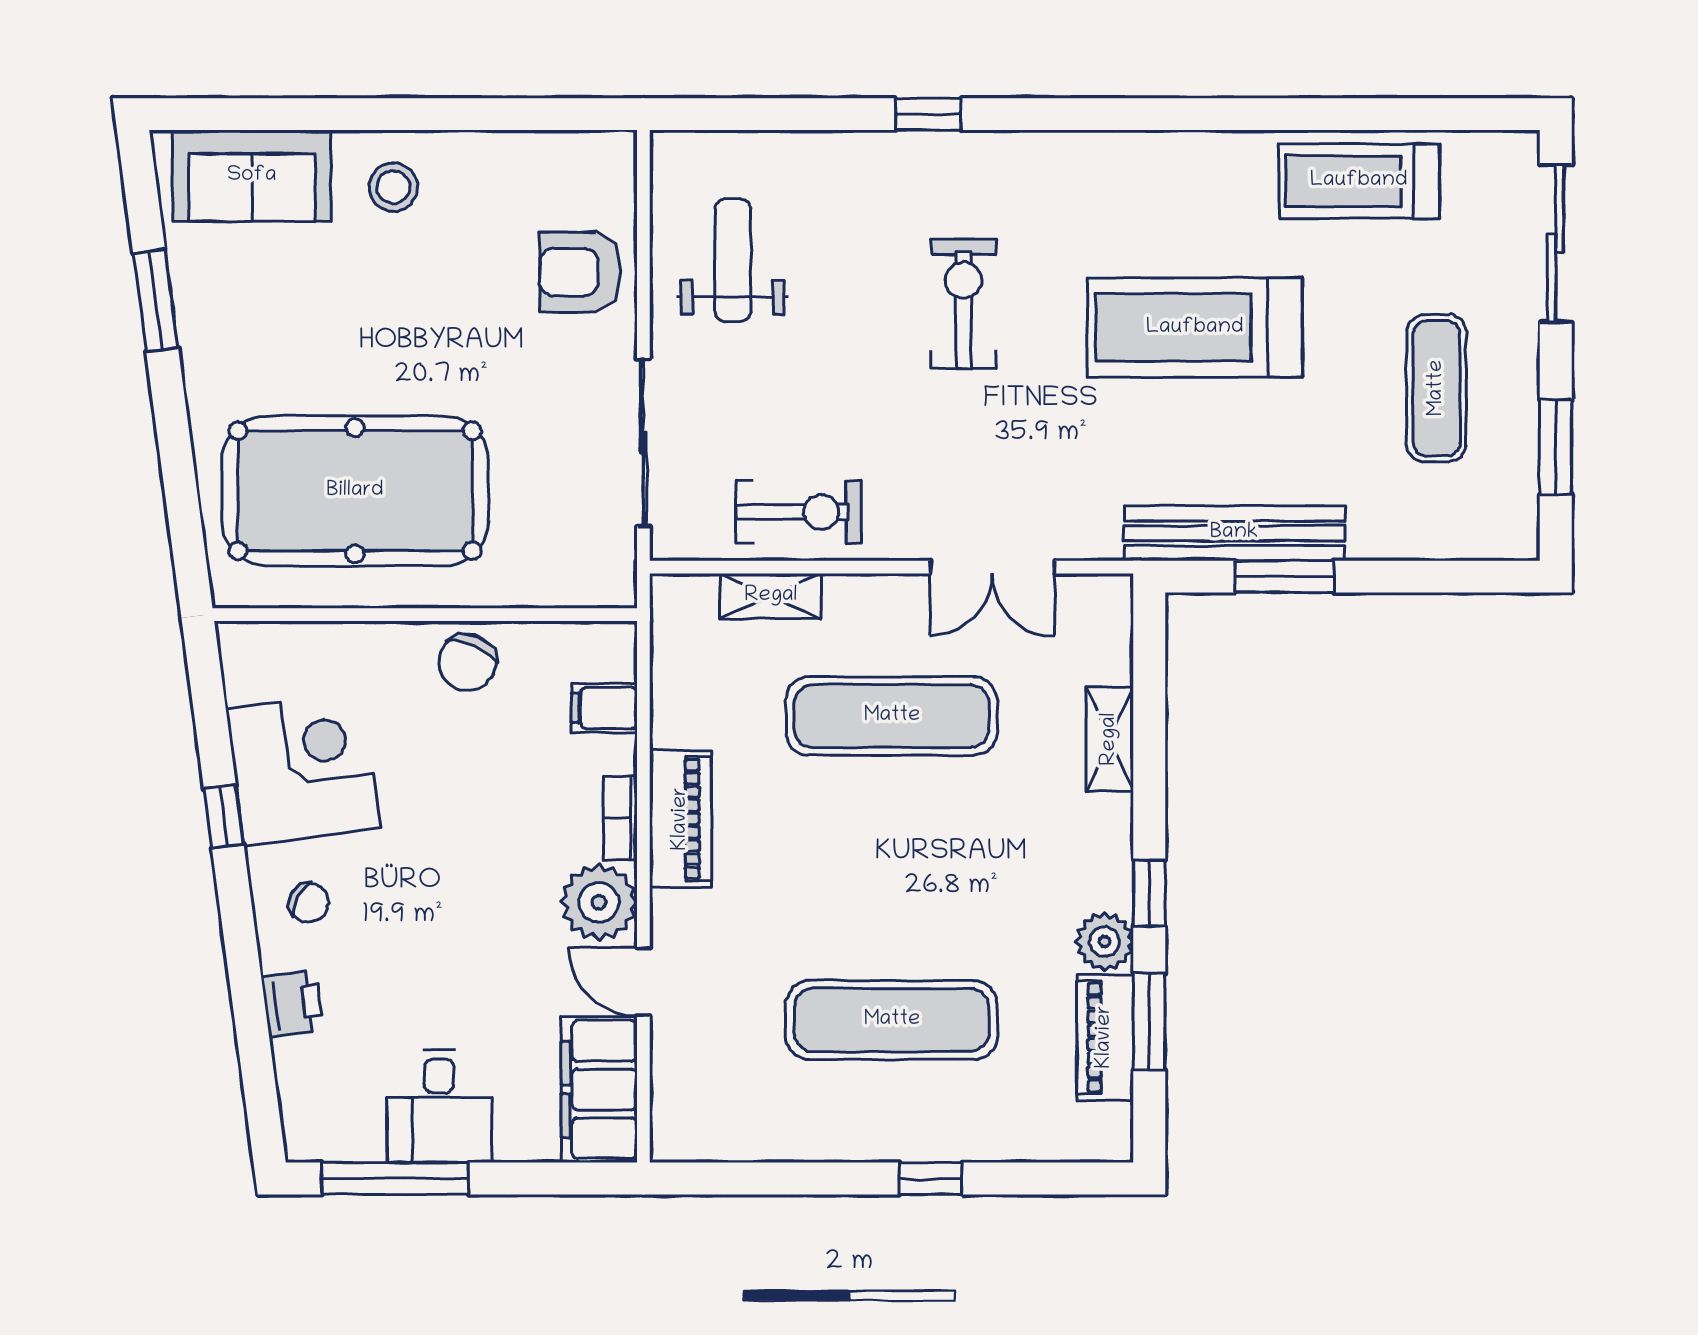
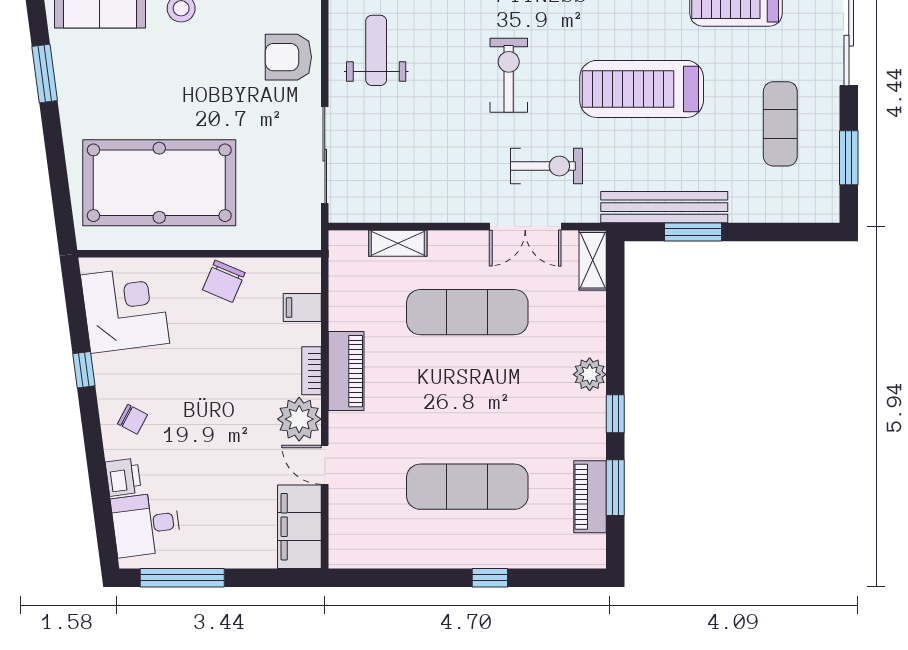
exercise bike: (799, 512) -> (546, 166), moved
shelving: (1110, 739) -> (593, 260), moved
corner desk: (303, 768) -> (125, 309), moved
plant: (1105, 941) -> (590, 374), moved
desk: (439, 1106) -> (146, 524), moved, turned 82

